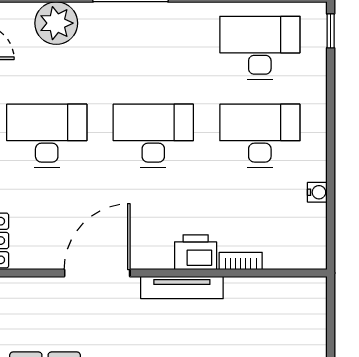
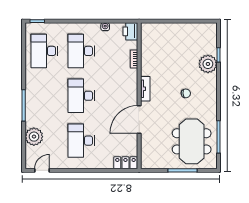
printer: (196, 252) -> (130, 31), moved
door: (97, 273) -> (139, 119), hinge flipped
tv unit: (182, 288) -> (145, 89), width x0.71

